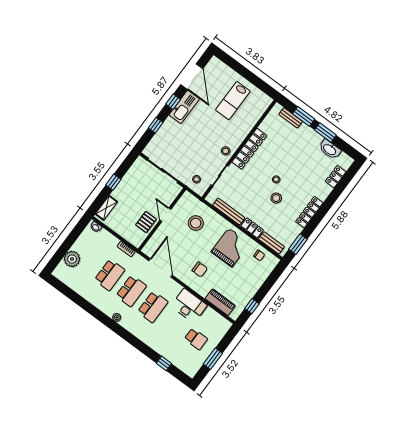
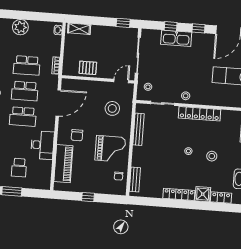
kitchen sink: (184, 107) -> (176, 38), moved
window: (113, 182) -> (123, 23), moved
shower: (322, 191) -> (203, 194), added
stool: (276, 198) -> (212, 156), moved
door: (165, 215) -> (121, 81), moved
locker: (252, 228) -> (137, 156), removed
window: (298, 244) -> (147, 202), removed
piano: (220, 302) -> (63, 164), width x1.37, depth x1.33
window: (252, 306) -> (88, 197), moved

